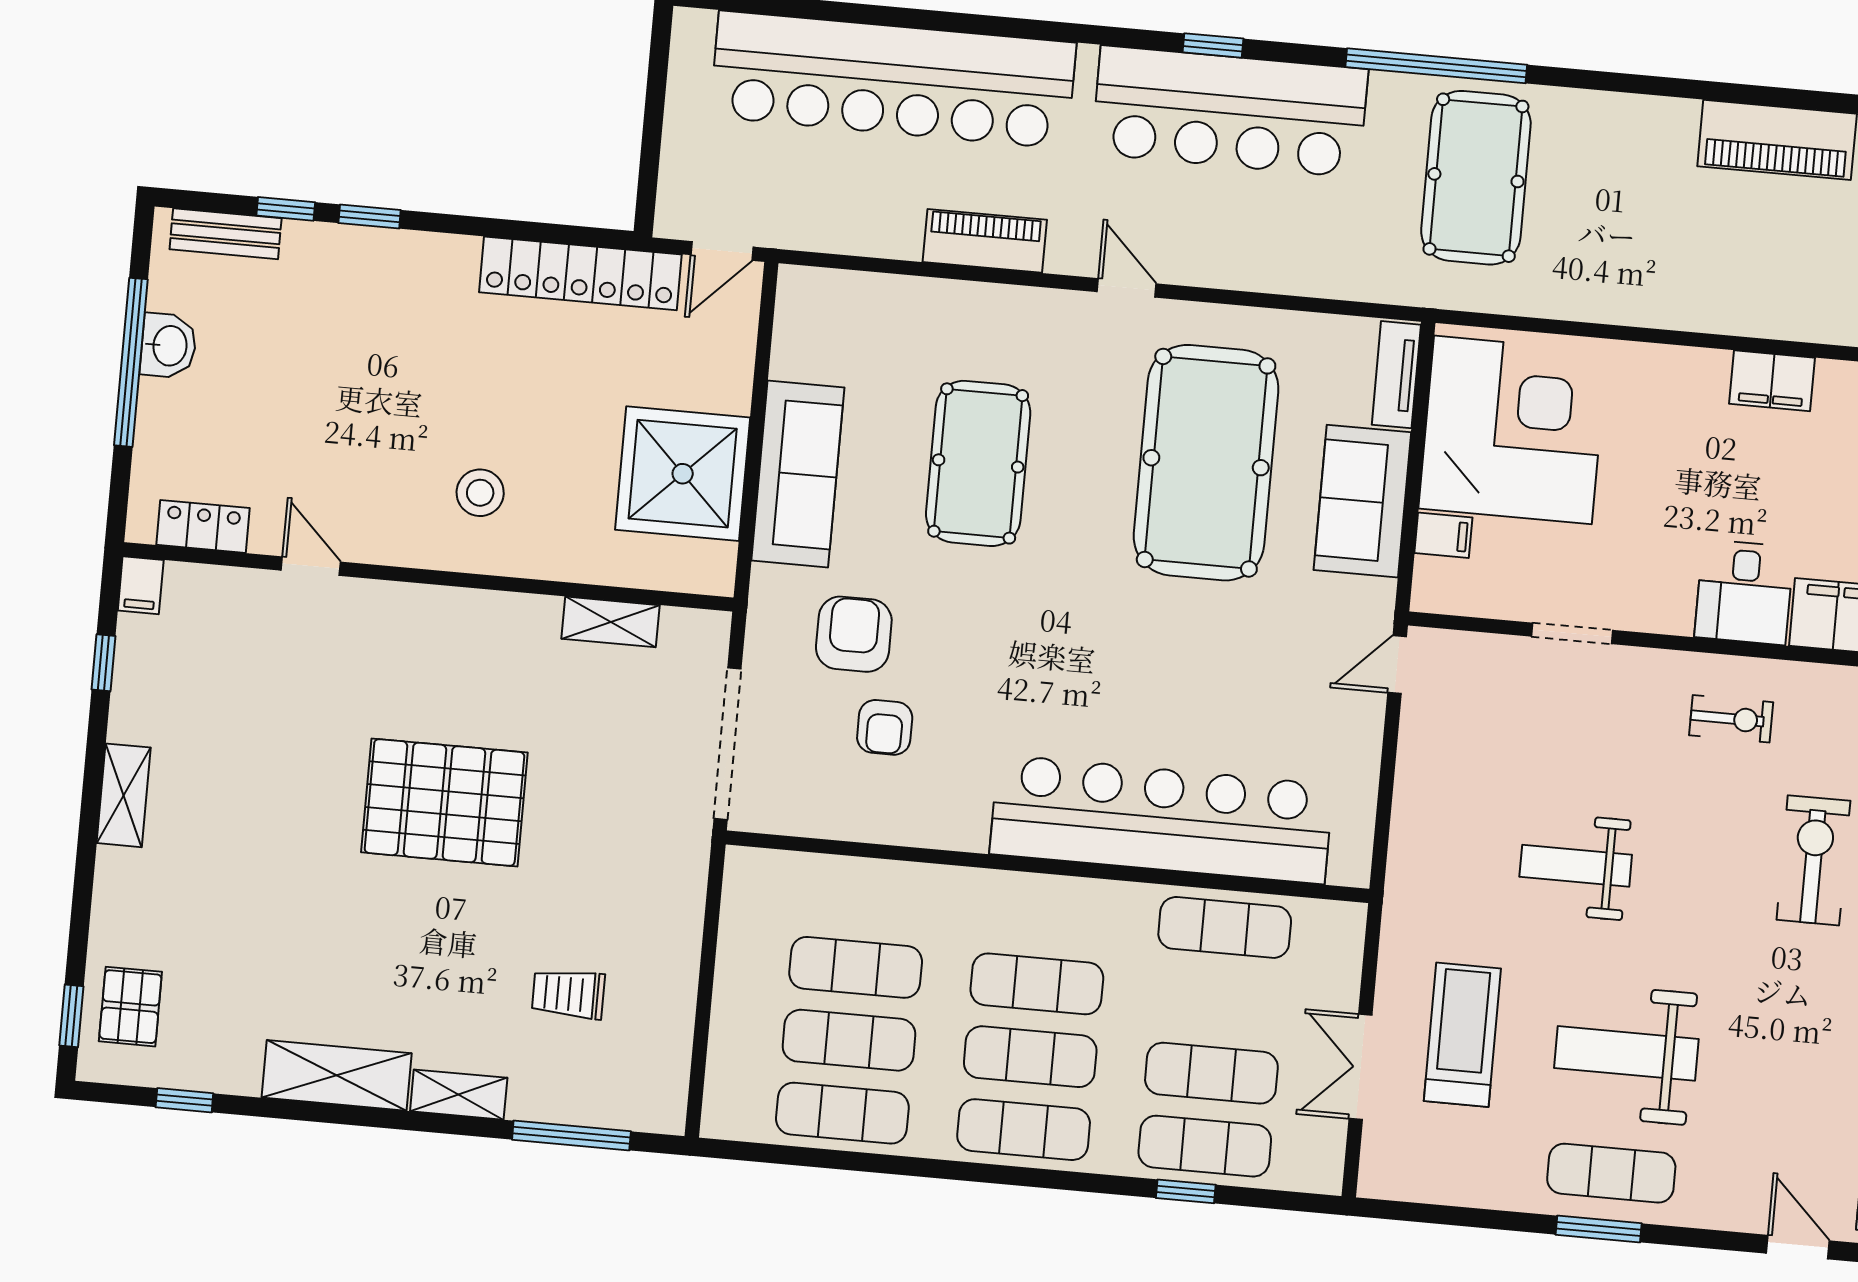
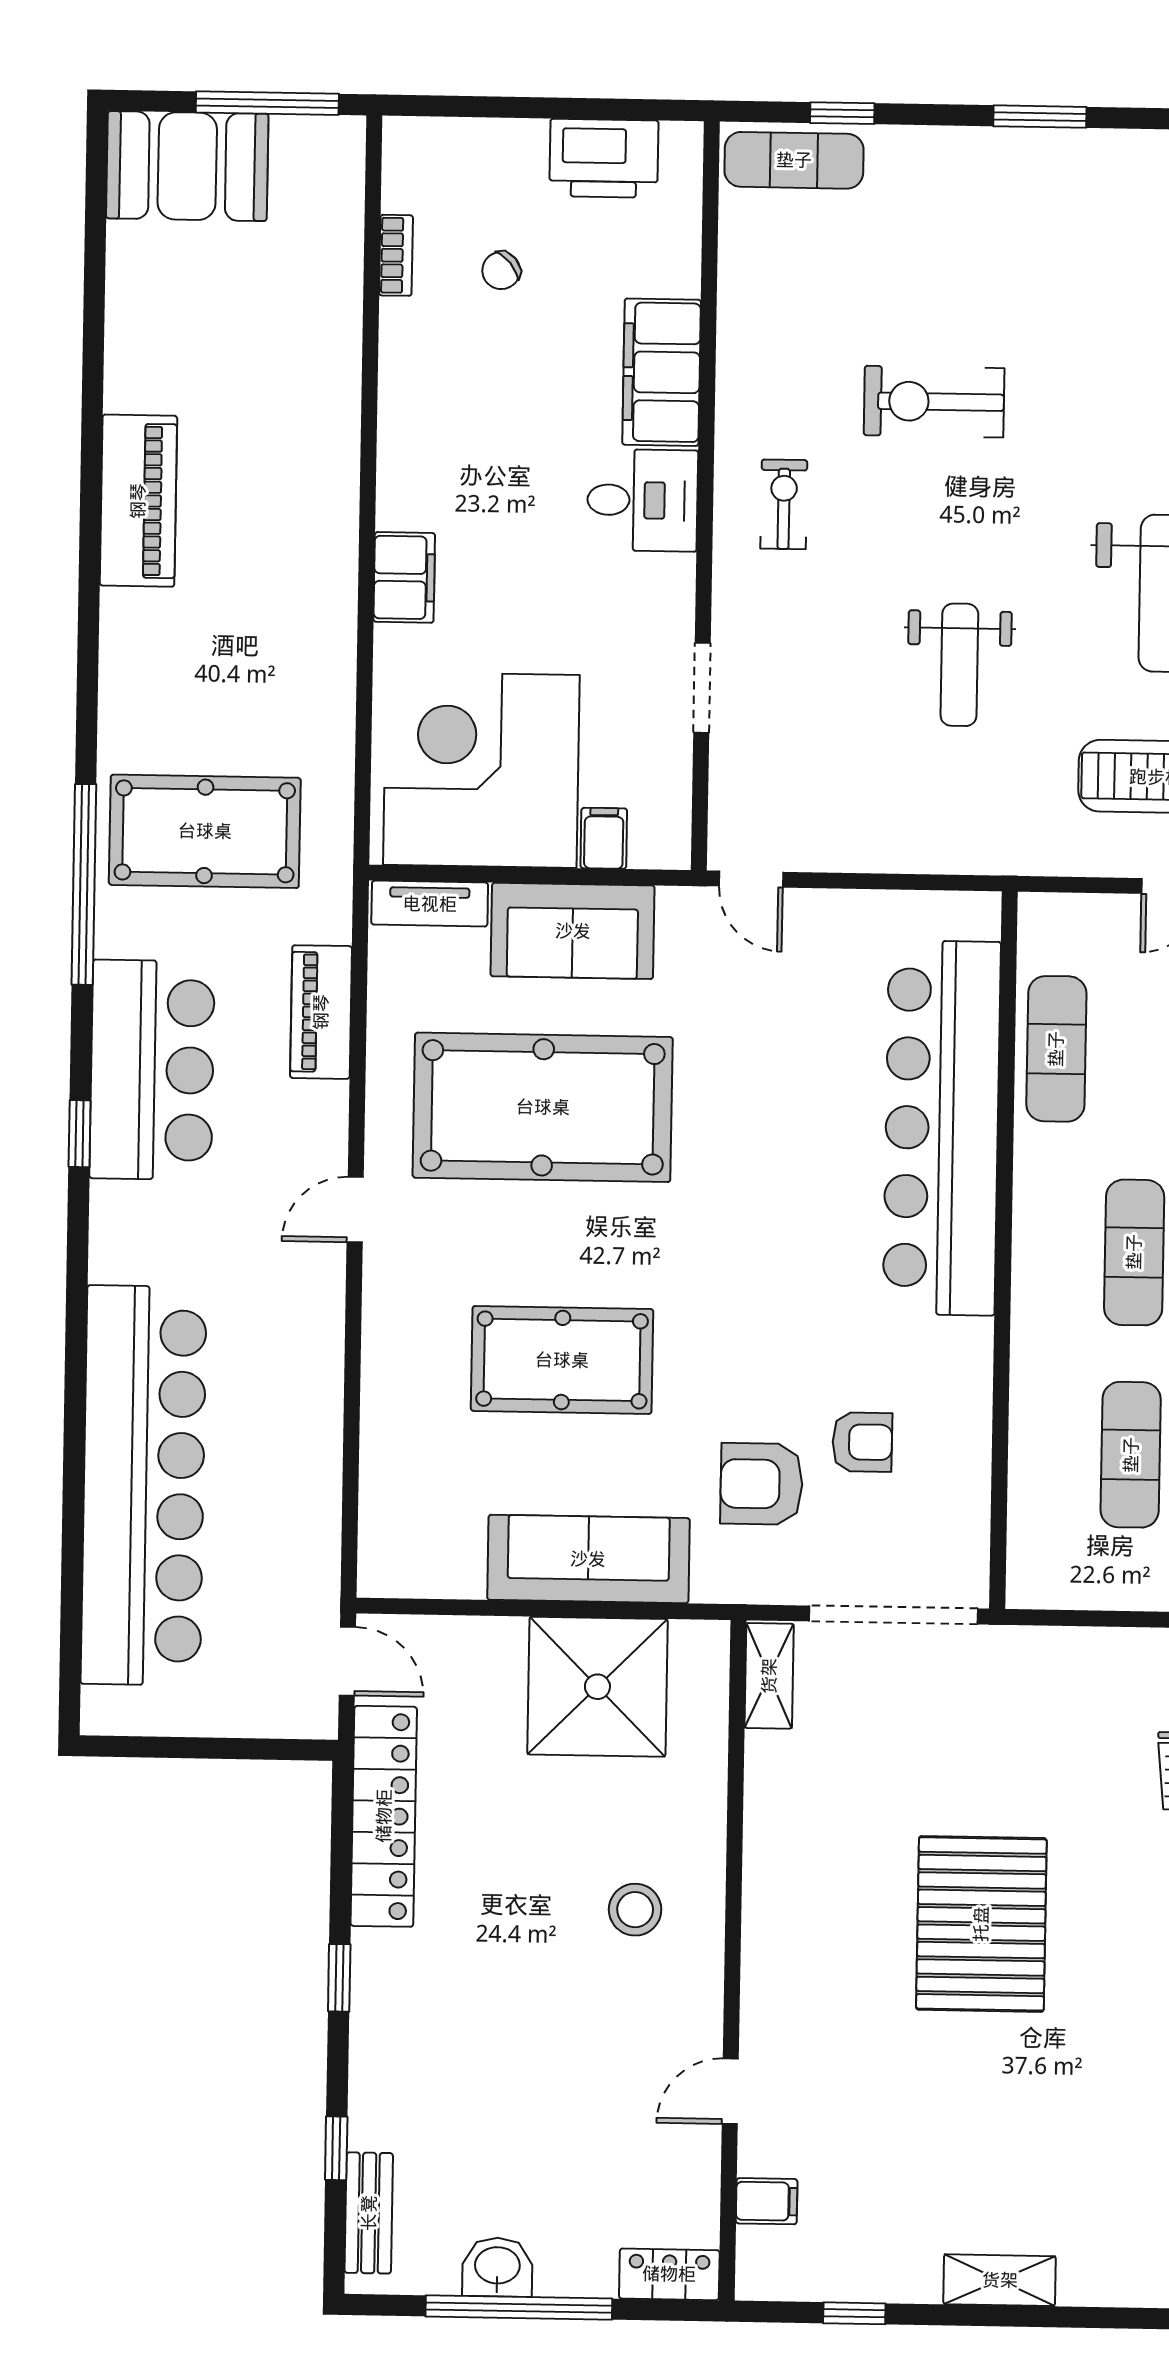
bar counter: (1230, 111) -> (152, 1070), width x0.73
window: (370, 216) -> (339, 1978), moved
piano: (985, 241) -> (321, 1012), moved
filing cabinet: (1772, 381) -> (404, 577), moved
locker: (203, 526) -> (669, 2274), moved, turned 90
filing cabinet: (141, 585) -> (767, 2201), moved
shelving: (611, 622) -> (769, 1676), moved

